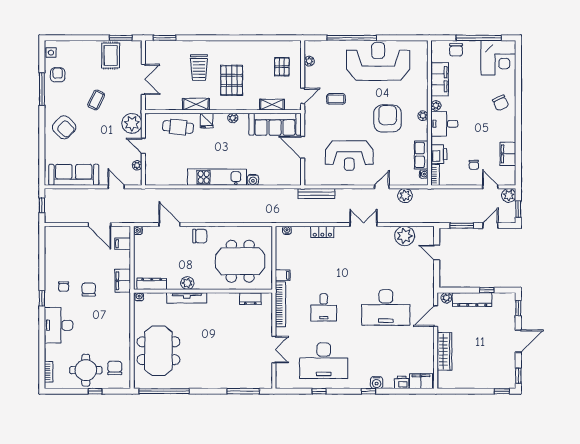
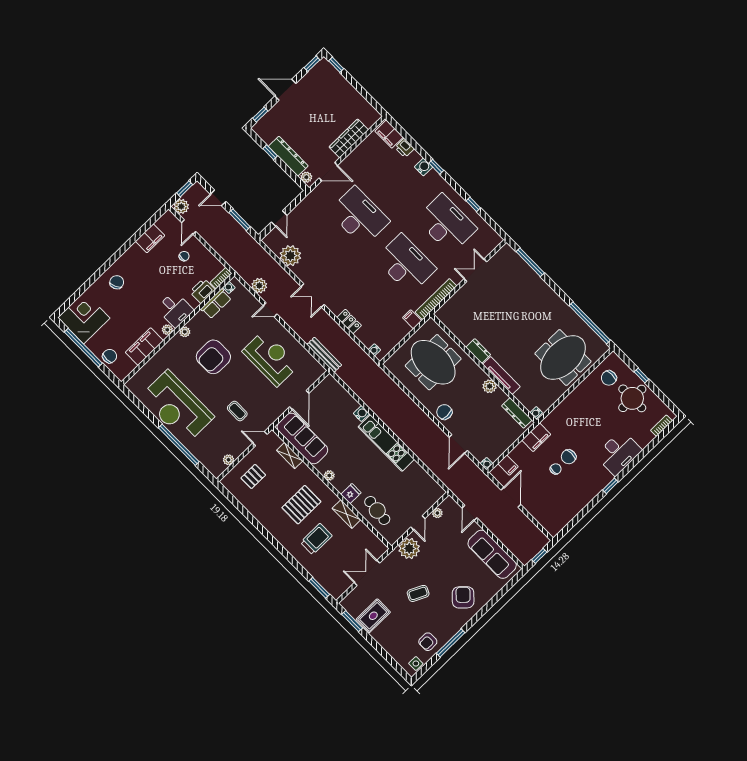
chair: (64, 287) -> (556, 469), moved
dresser: (250, 299) -> (478, 351), moved
desk: (324, 307) -> (406, 264), width x1.87, depth x1.30

